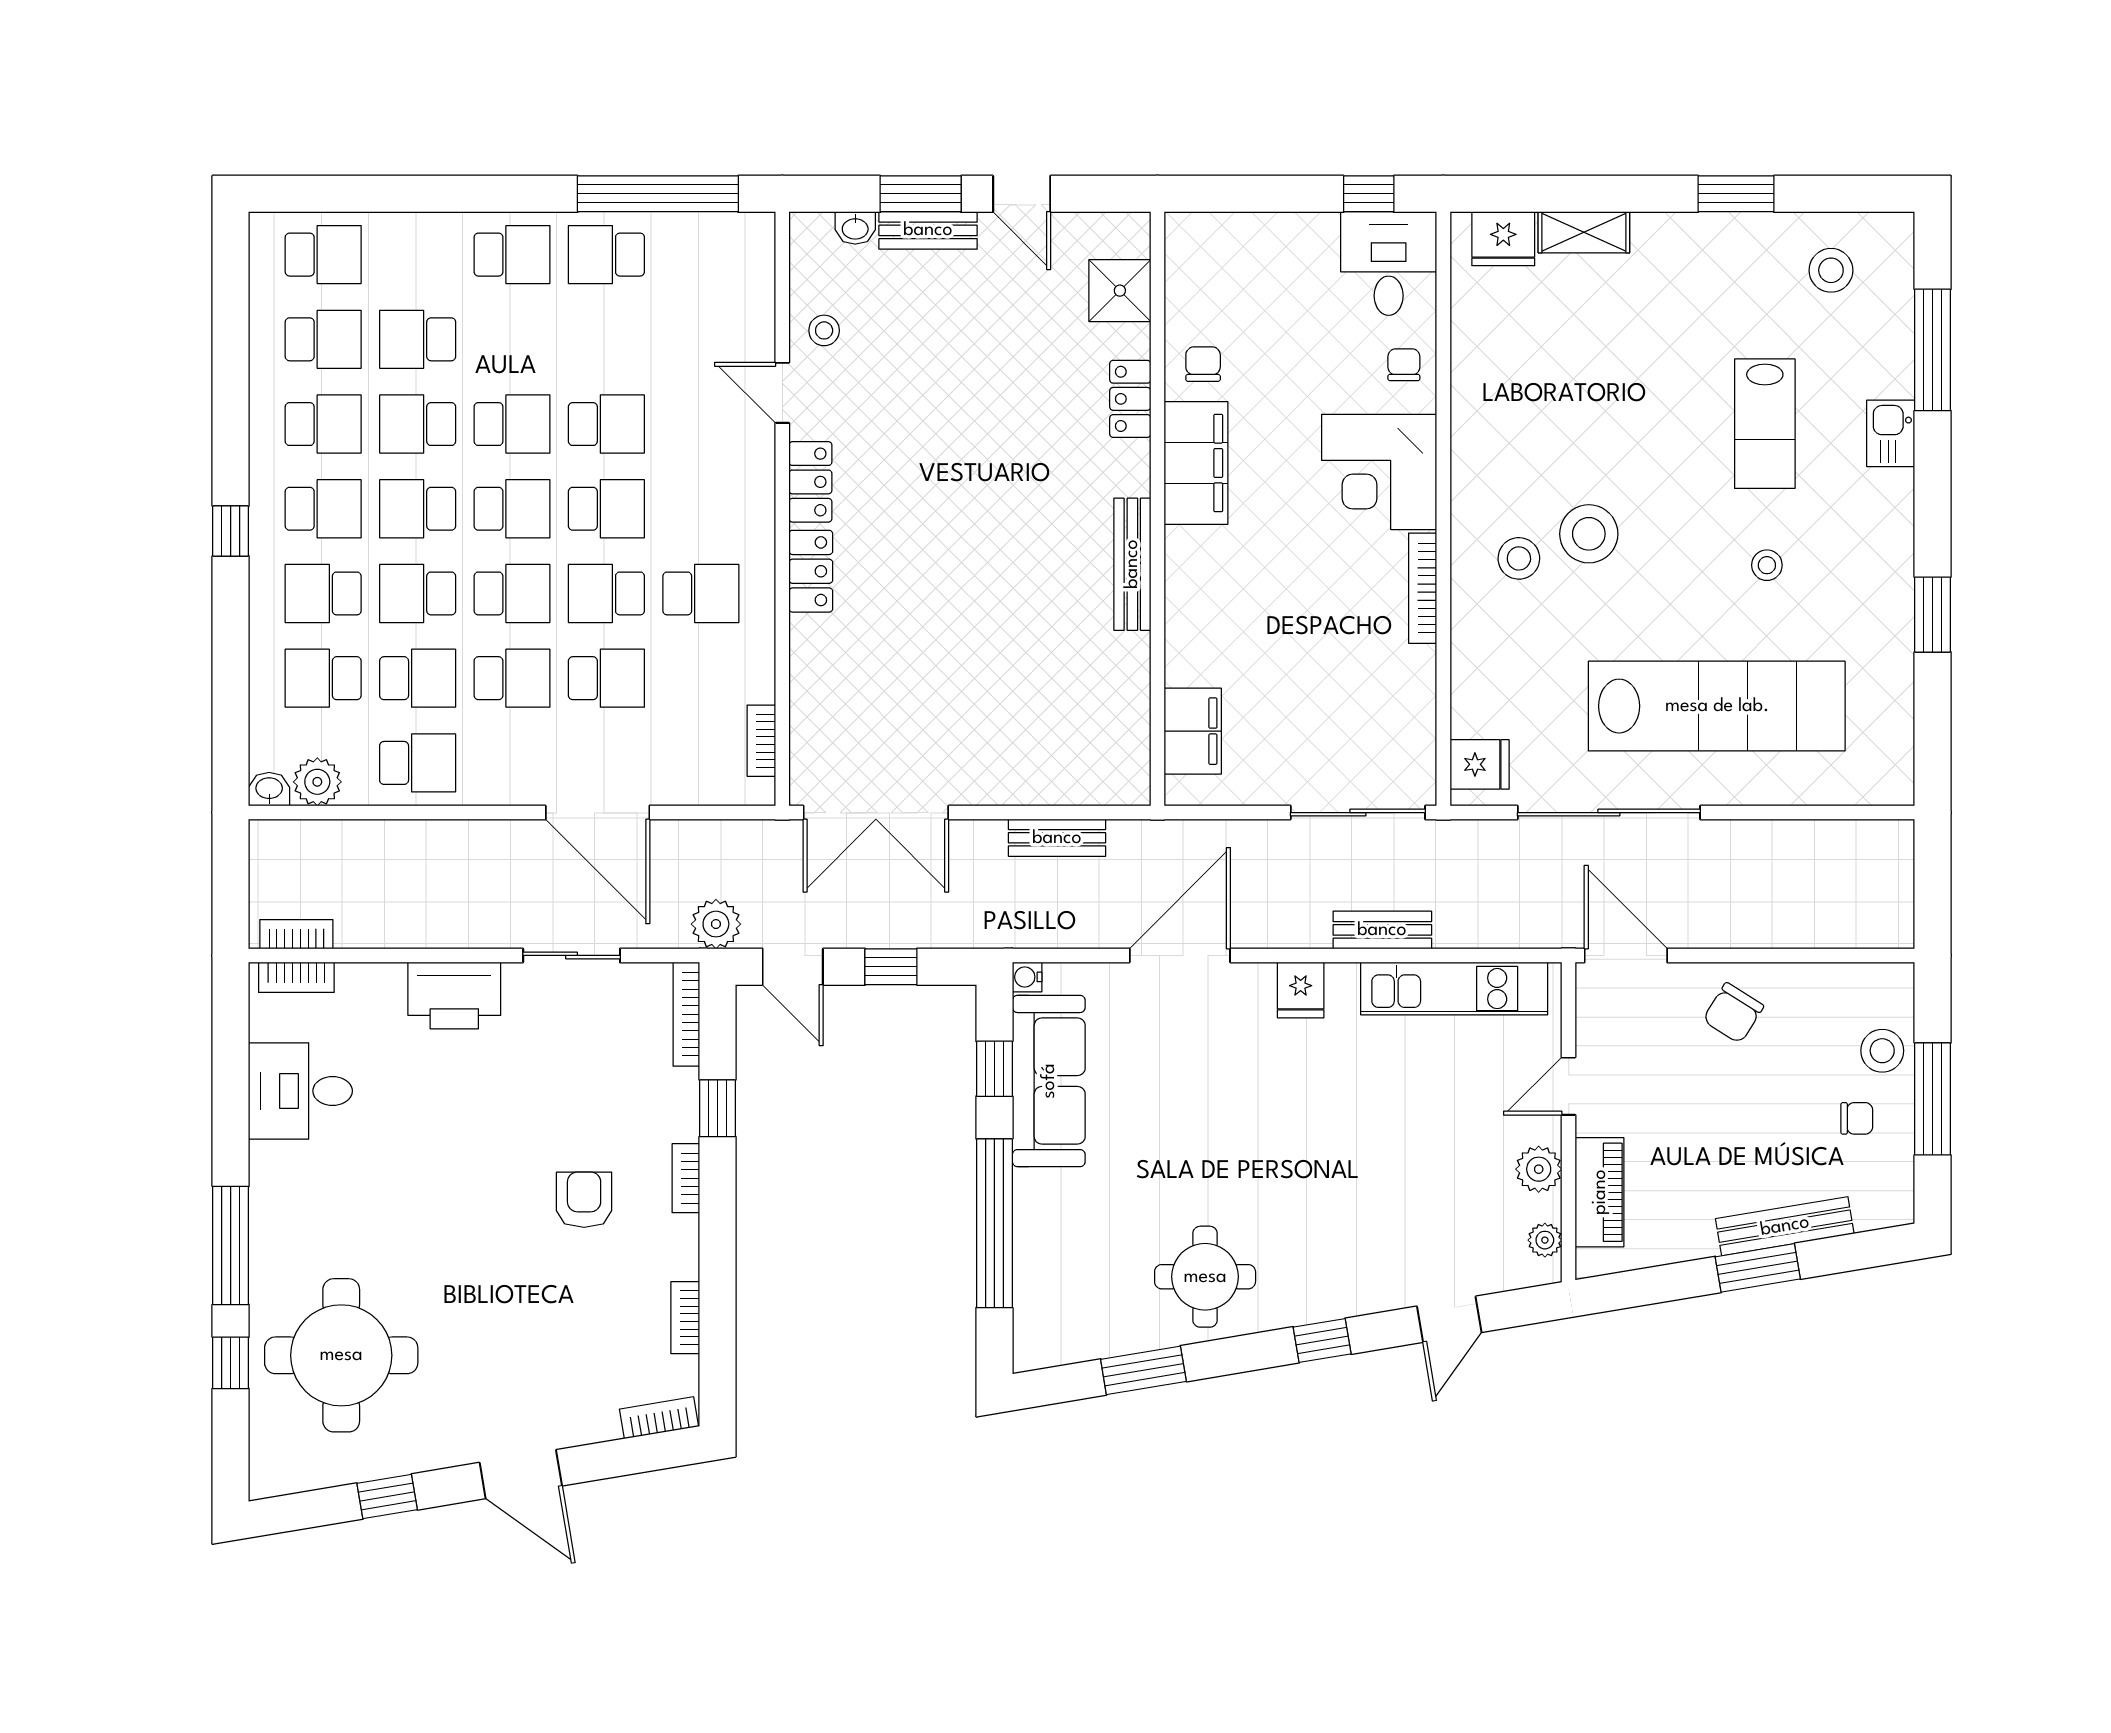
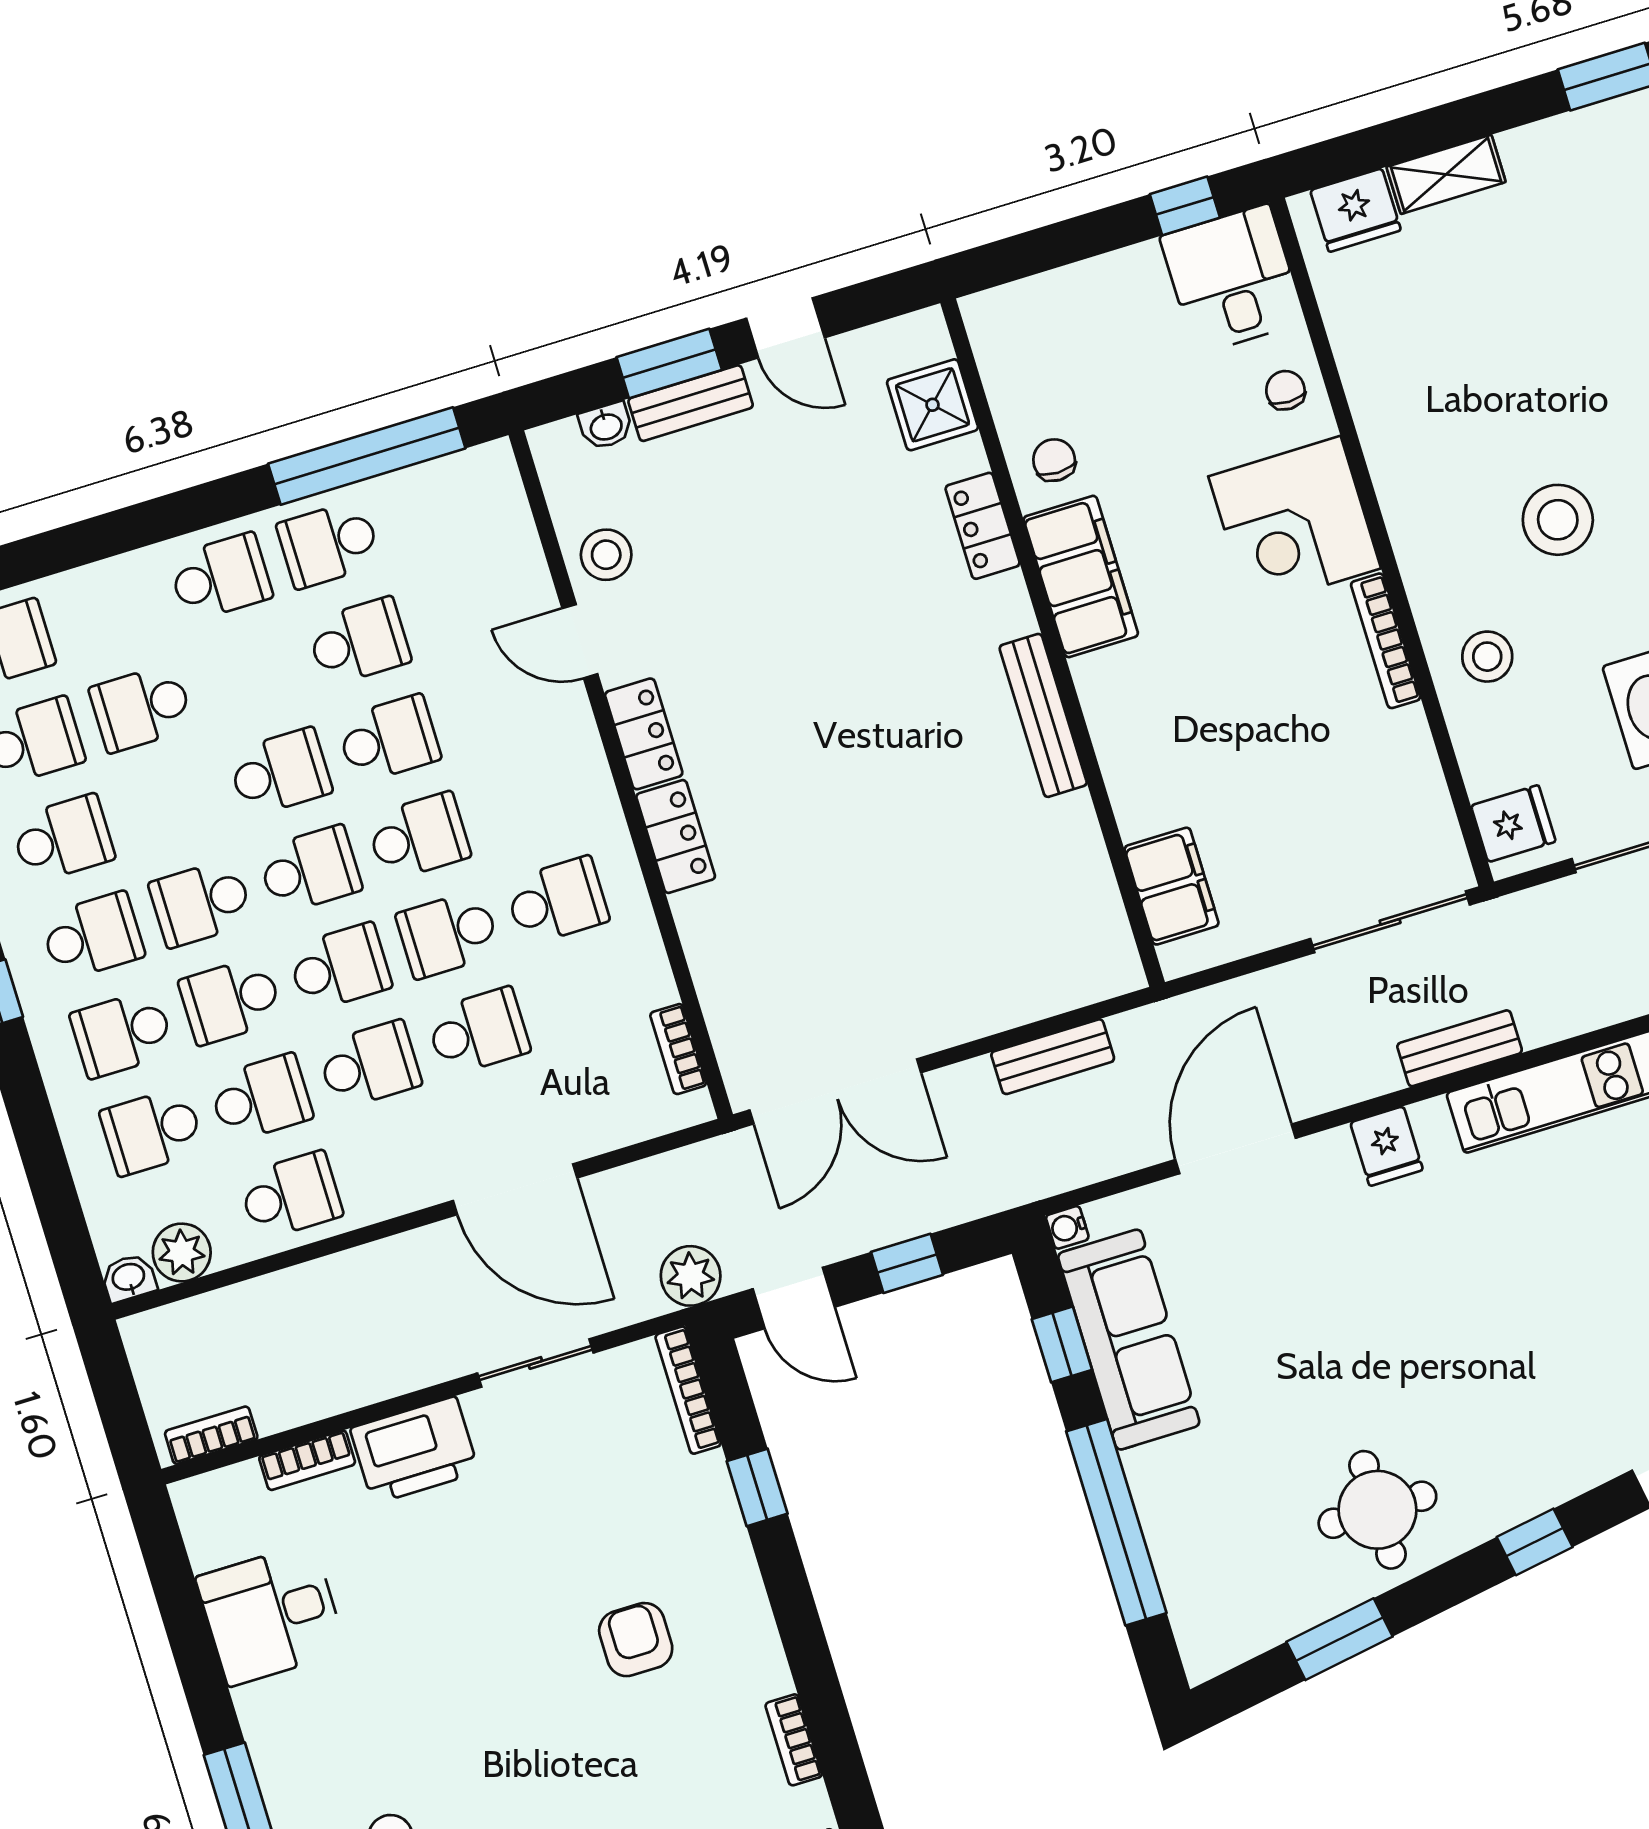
stool: (824, 330) -> (606, 555), width x1.37, depth x1.37
school desk: (418, 424) -> (359, 642), moved, turned 180
stool: (1519, 558) -> (1487, 657), moved
bookcase: (296, 977) -> (307, 1460), moved
bookcase: (686, 1178) -> (745, 1579), removed

